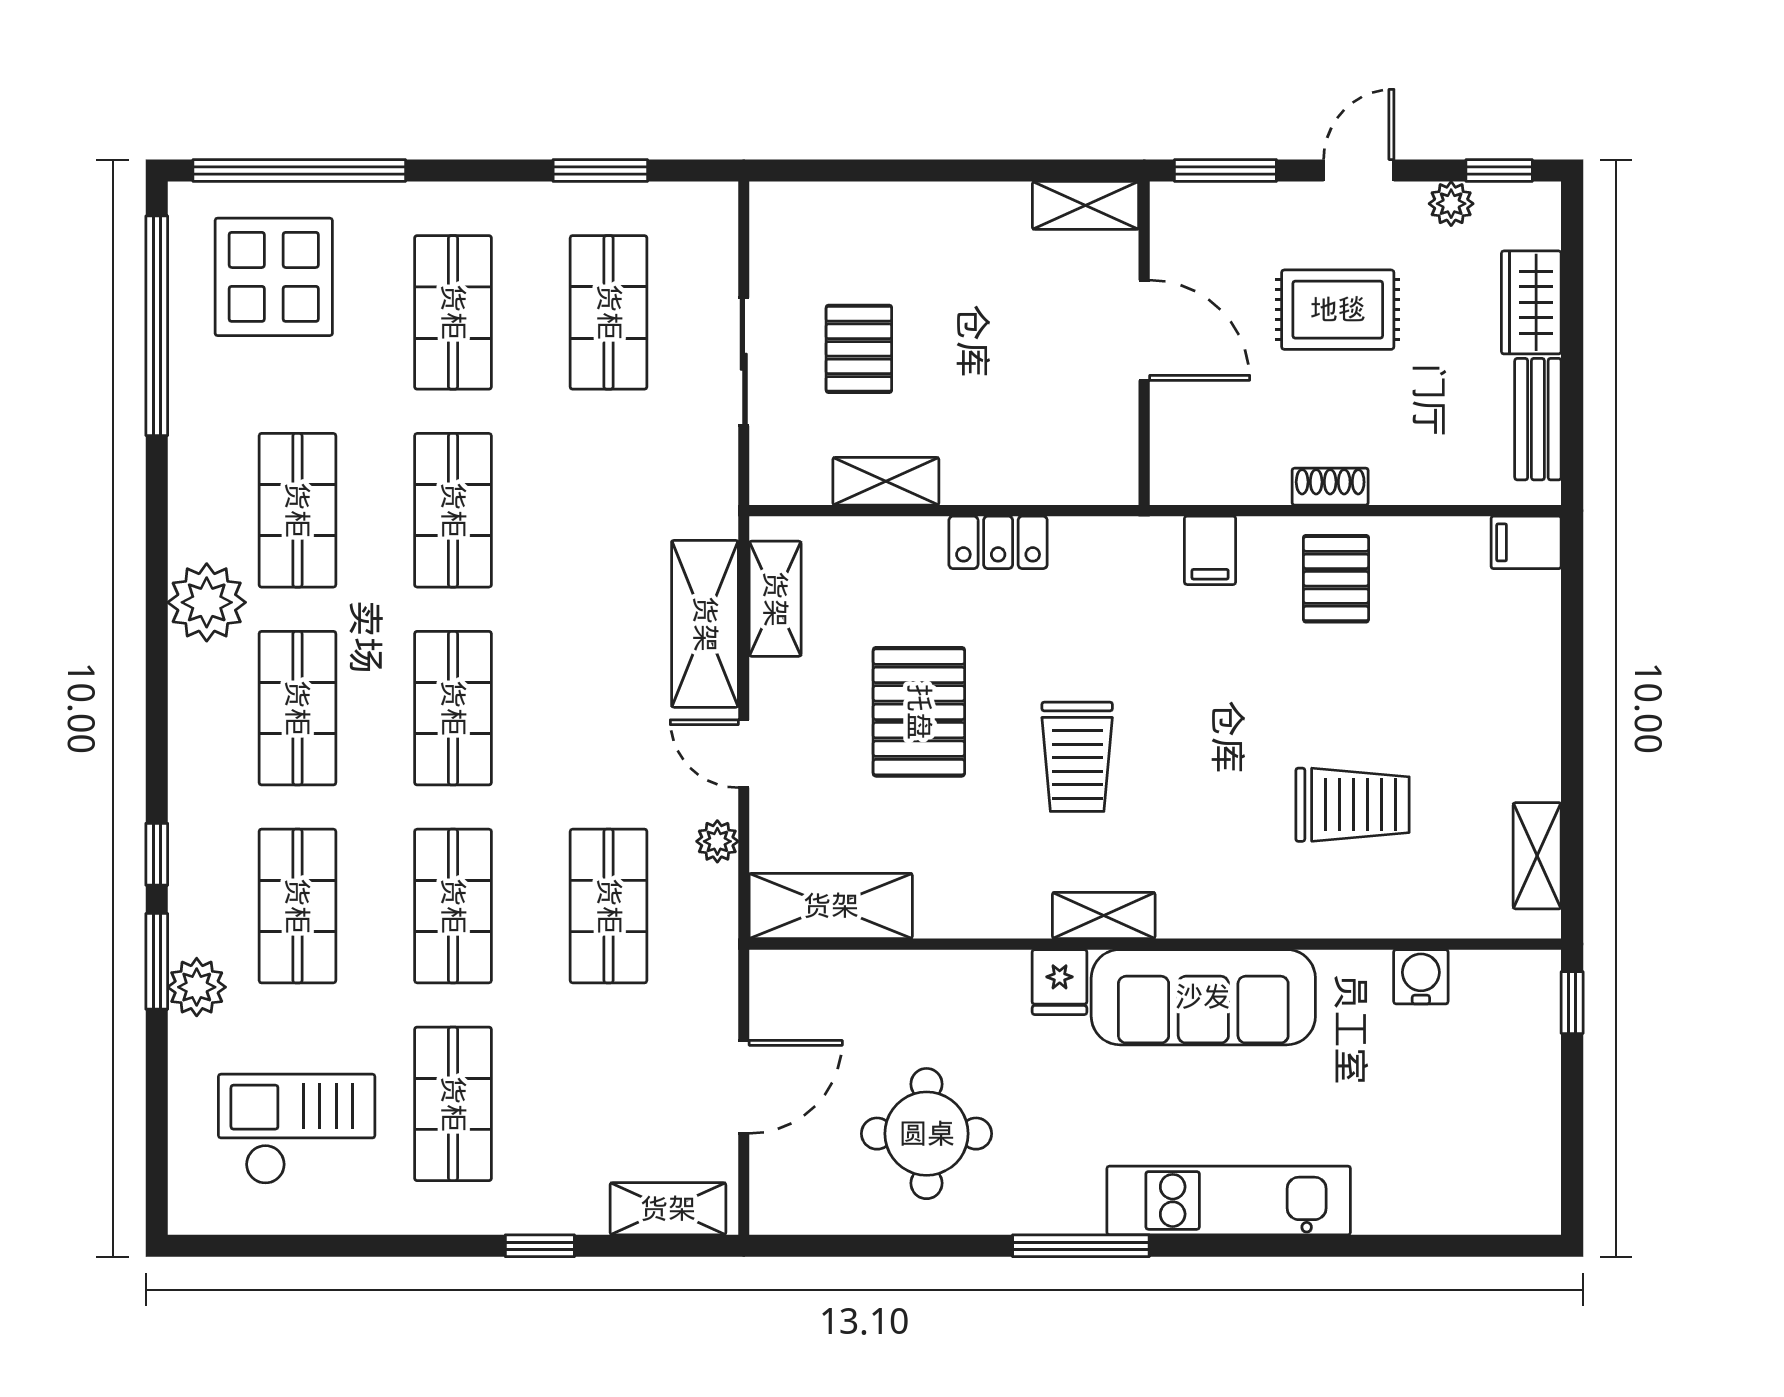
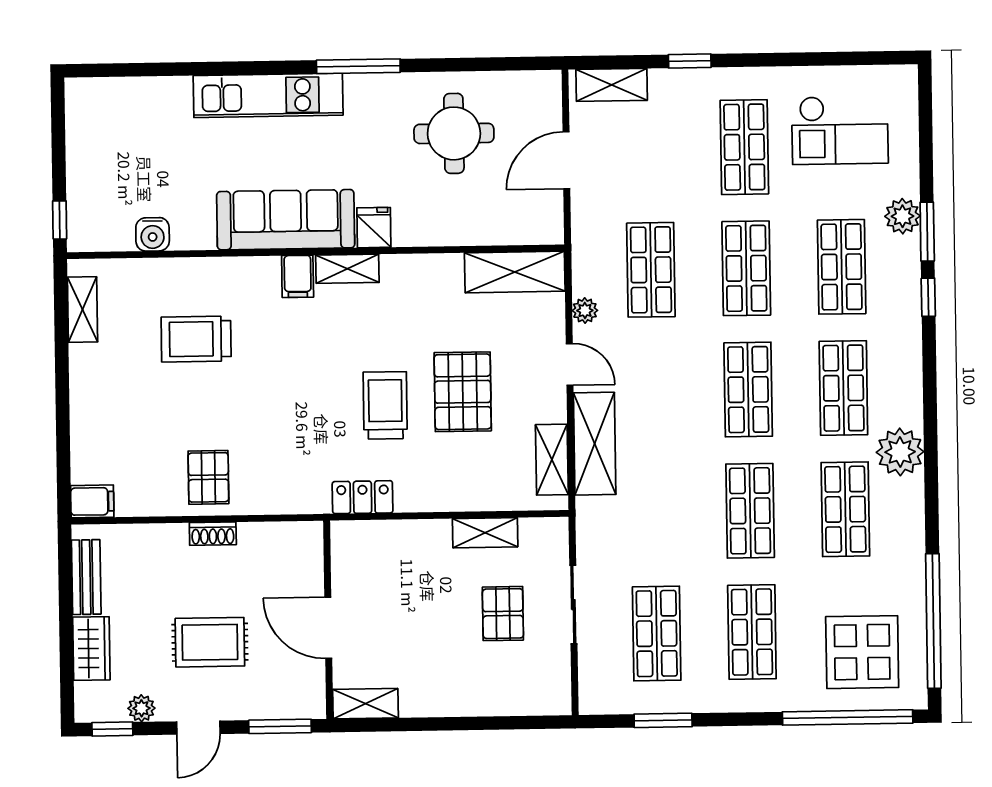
locker: (998, 542) -> (363, 497), moved
filing cabinet: (1210, 550) -> (298, 276), moved, turned 180
trolley: (1077, 757) -> (385, 405), moved

